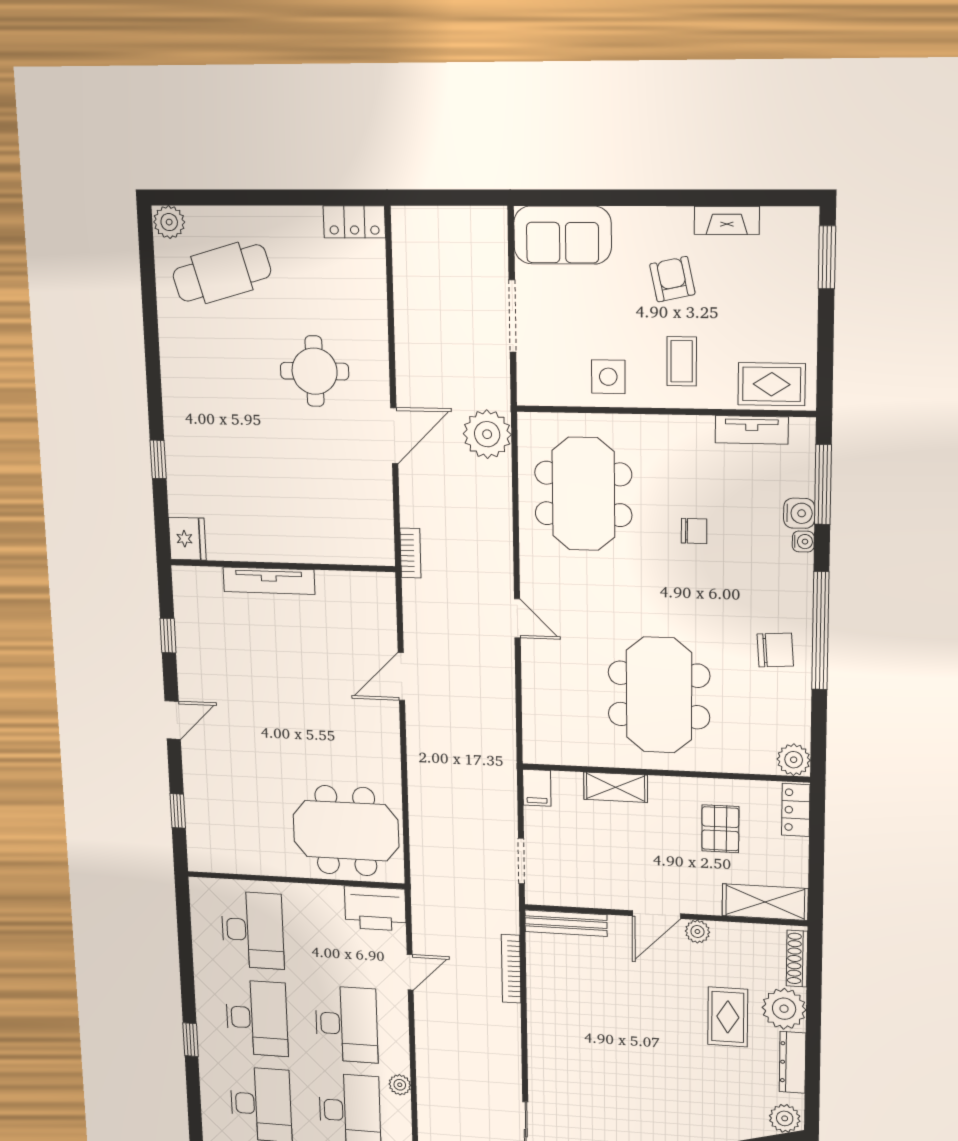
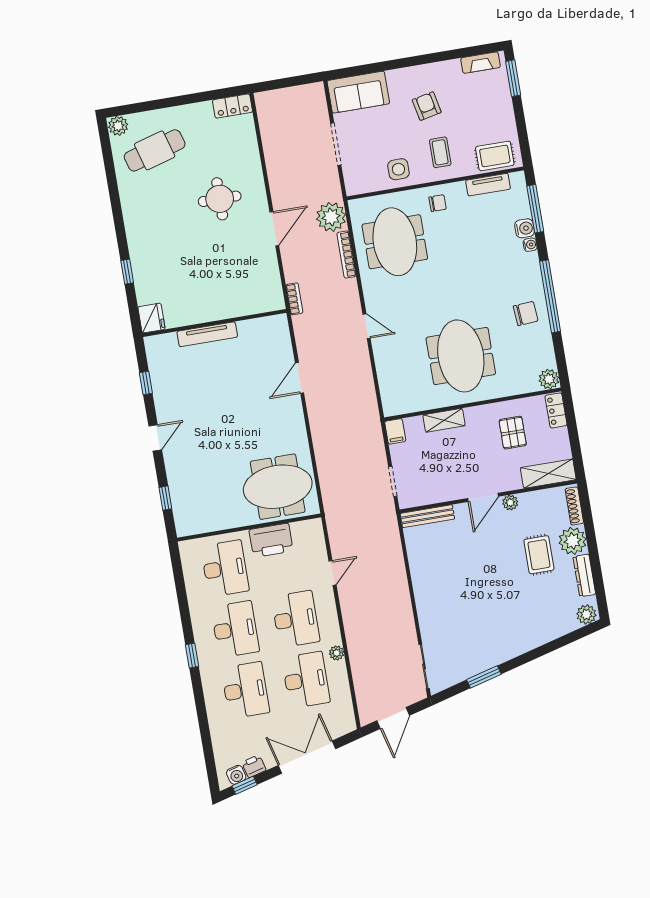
fireplace: (727, 220) -> (481, 63), moved
chair: (694, 531) -> (438, 203), moved
printer: (375, 908) -> (271, 540), moved
bookcase: (511, 969) -> (347, 255), moved

